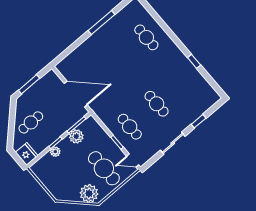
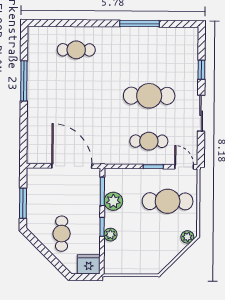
window: (194, 61) -> (139, 24), width x2.17
door: (76, 94) -> (72, 166), hinge flipped
cafe table: (157, 104) -> (149, 96), width x1.37, depth x1.35
door: (133, 160) -> (184, 167), swing flipped
plant: (89, 193) -> (187, 237), width x0.53, depth x0.53

